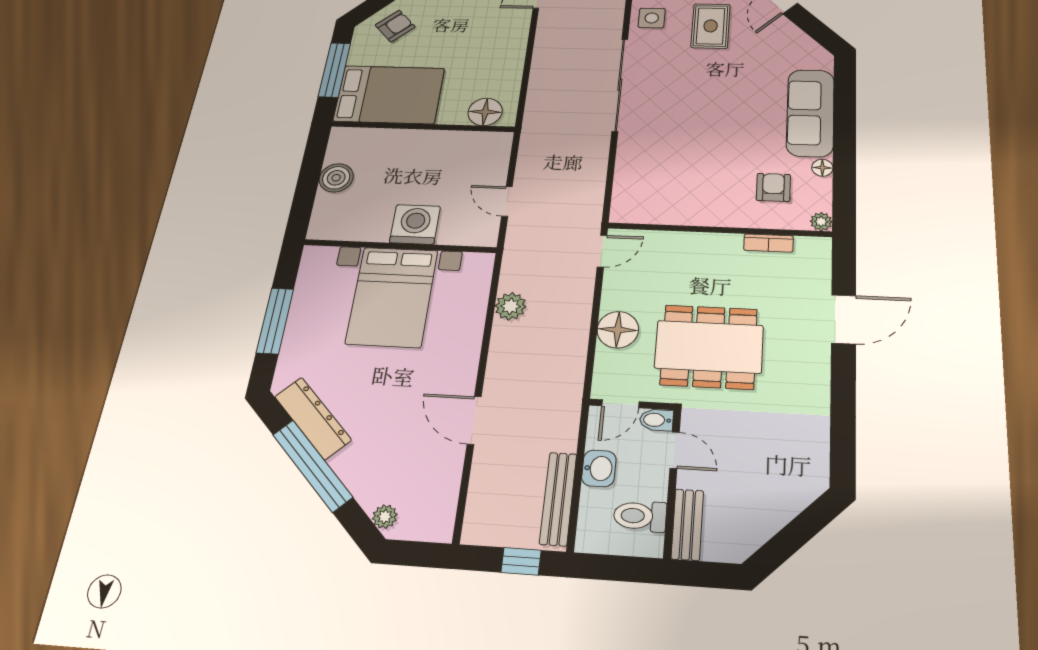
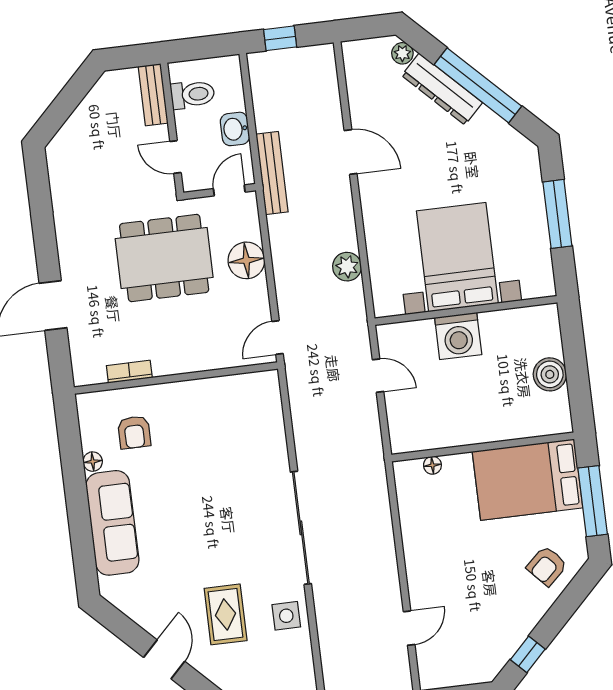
floor lamp: (485, 112) -> (432, 465), width x0.53, depth x0.53
plant: (821, 222) -> (86, 402), removed
dresser: (313, 418) -> (442, 89), moved
bidet: (656, 420) -> (196, 181), removed
bench: (558, 499) -> (272, 173), moved

